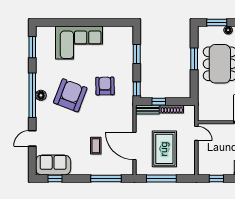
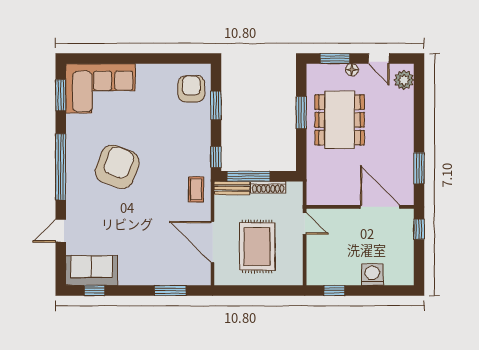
corner sofa: (79, 43) -> (100, 88), moved
armchair: (105, 86) -> (191, 89), moved
floor lamp: (41, 95) -> (73, 167), removed
window: (159, 102) -> (249, 176), width x2.17
coffee table: (96, 146) -> (196, 189), moved
window: (106, 179) -> (170, 291), width x0.69
window: (161, 179) -> (253, 291), removed

